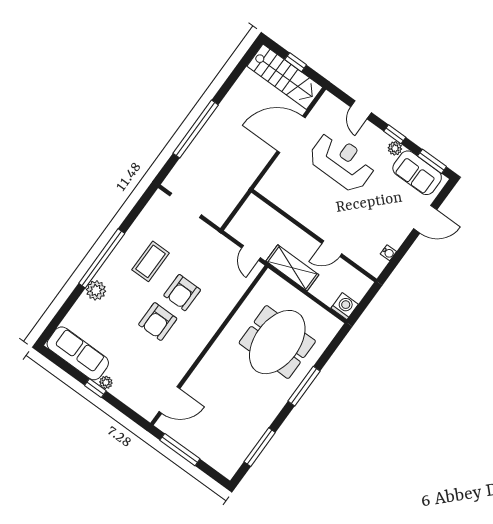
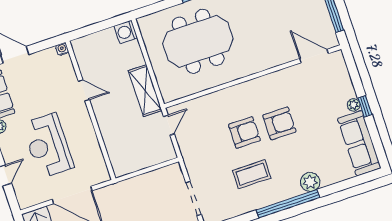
wall: (314, 236) -> (90, 110), moved
door: (332, 249) -> (84, 90), moved

